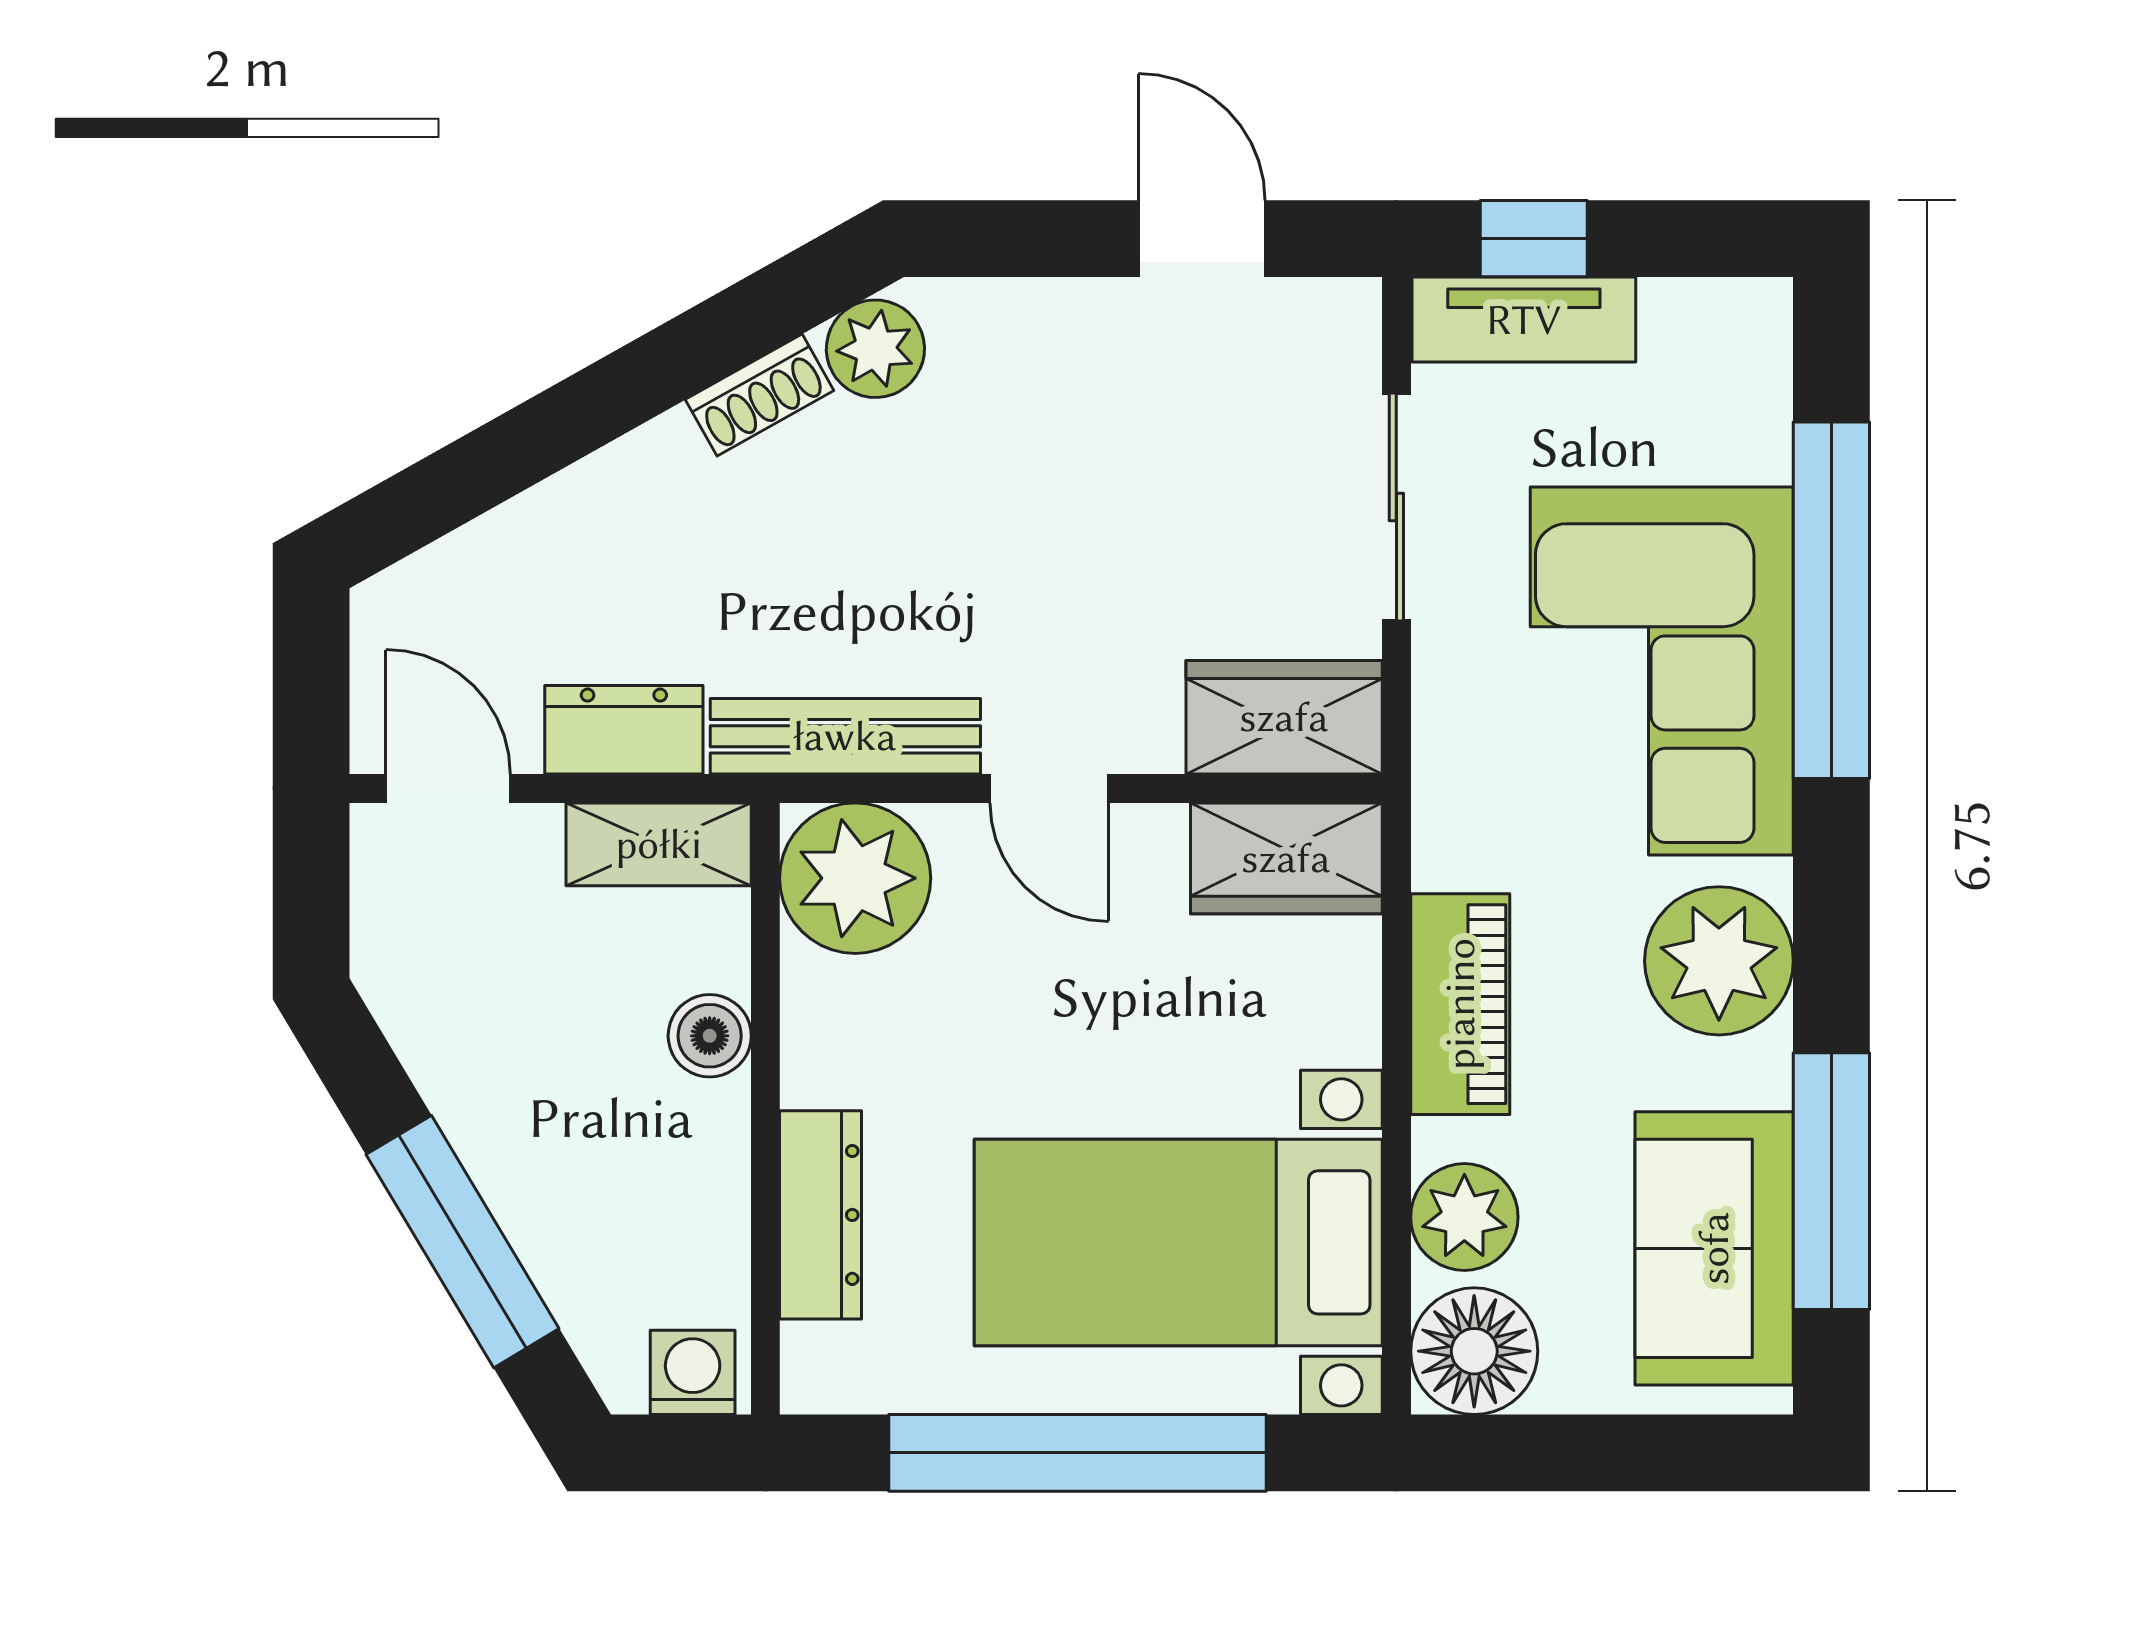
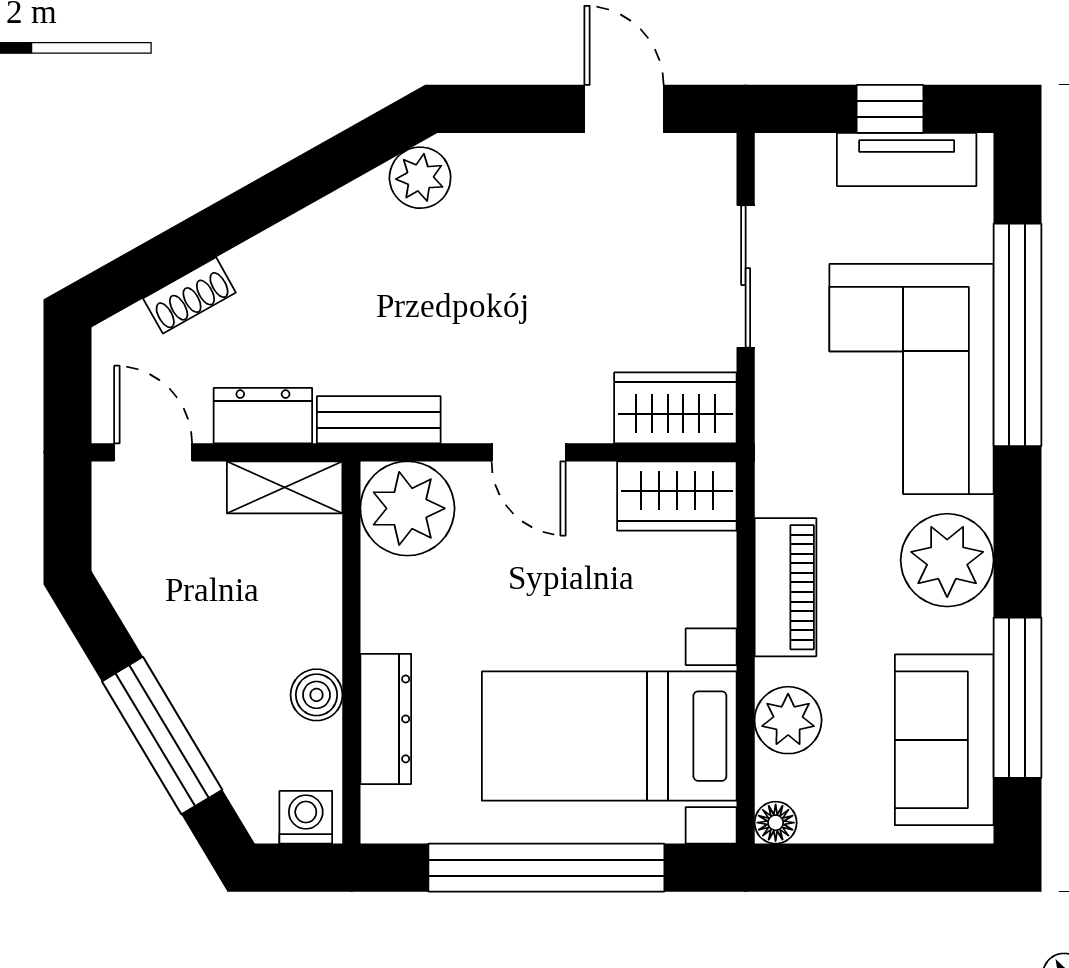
window: (1534, 239) -> (890, 109), moved
tv unit: (1524, 320) -> (907, 159), moved
shoe rack: (760, 395) -> (189, 295), moved
bench: (845, 736) -> (379, 420), width x0.73
boiler: (710, 1036) -> (316, 695), moved
floor lamp: (1474, 1351) -> (776, 823), width x0.53, depth x0.53

